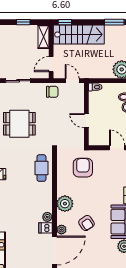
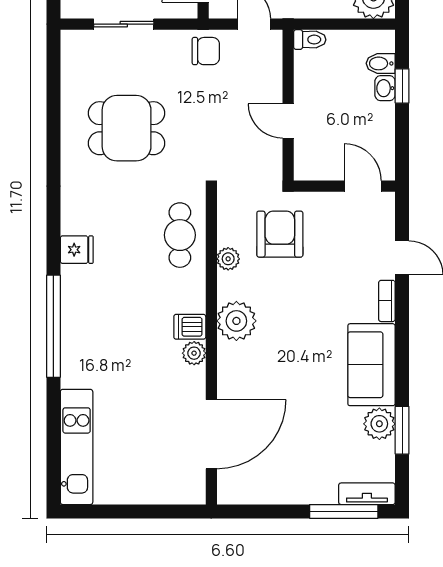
armchair: (86, 223) -> (289, 368), removed
dishwasher: (46, 228) -> (190, 327), moved
plant: (61, 230) -> (228, 259), moved

